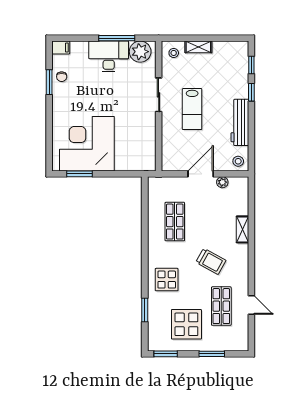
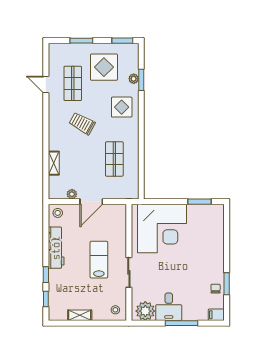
window: (117, 38) -> (181, 323), moved
shelving: (198, 47) -> (80, 315), moved
desk: (109, 56) -> (169, 307), width x0.73
corner desk: (87, 144) -> (162, 229), moved
shelving: (243, 229) -> (54, 163), moved
plant: (153, 311) -> (134, 79), added

